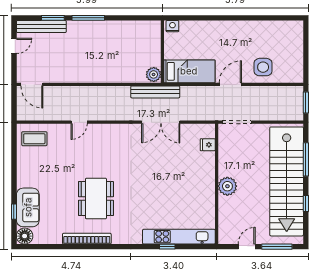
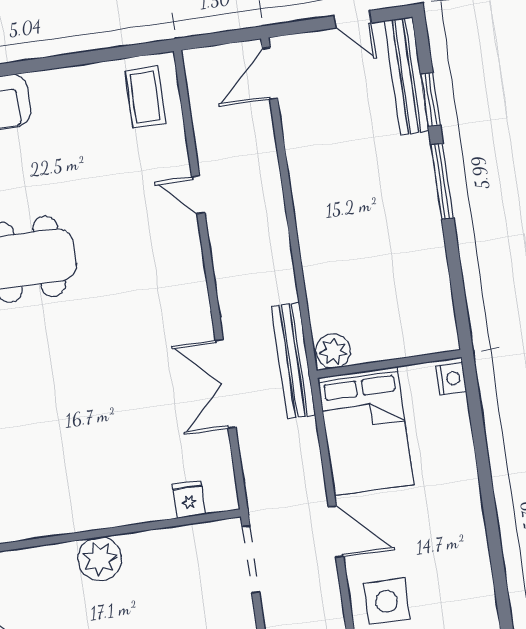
bed: (189, 71) -> (366, 431), width x1.50

